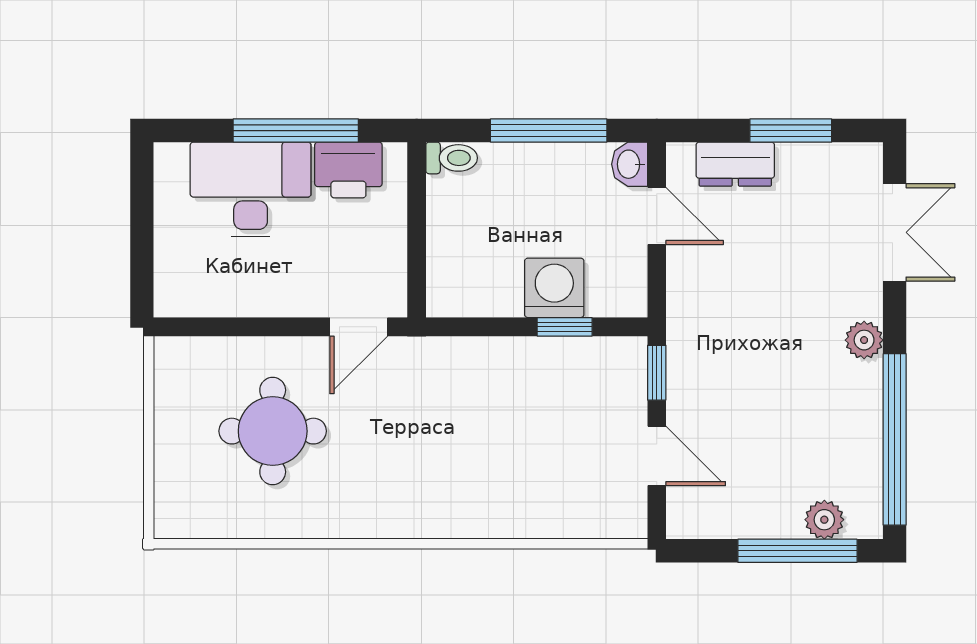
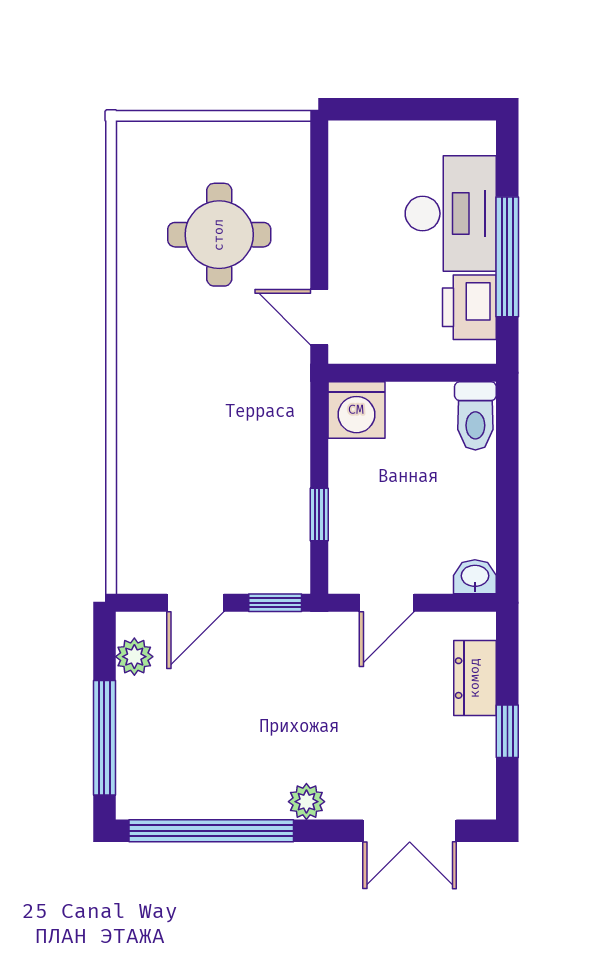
window: (549, 131) -> (507, 499), removed
window: (791, 131) -> (507, 731), width x0.67
toilet: (452, 158) -> (475, 416), width x1.37, depth x1.39
door: (657, 216) -> (387, 603), moved
washing machine: (554, 288) -> (356, 410), moved, turned 90
plant: (824, 520) -> (134, 657), moved

